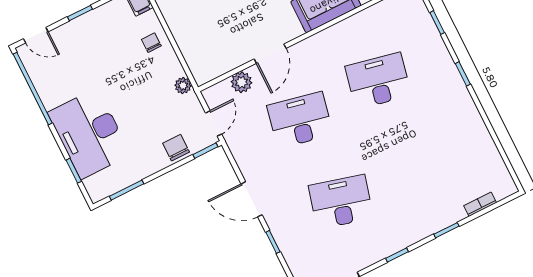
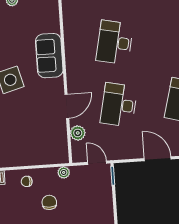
door: (270, 54) -> (67, 106), hinge flipped
chair: (176, 148) -> (49, 202), moved, turned 90
door: (252, 199) -> (158, 159), swing flipped

